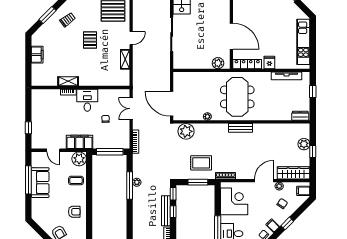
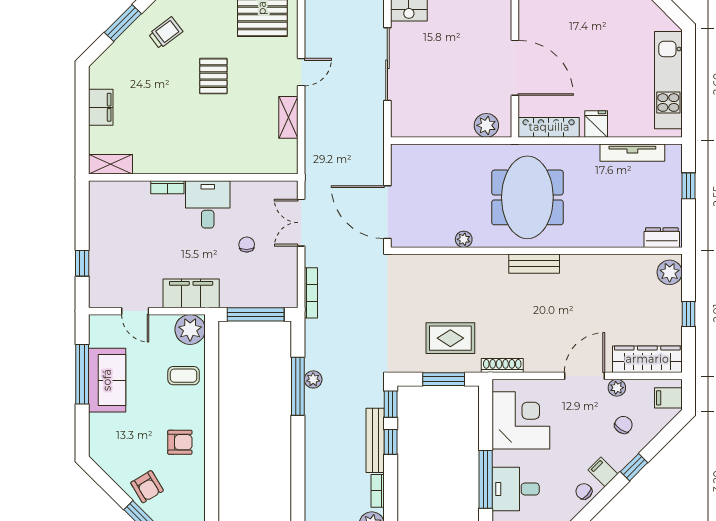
shelving: (68, 81) -> (111, 164), moved
plant: (186, 131) -> (418, 271), removed
plant: (304, 144) -> (670, 272), moved

